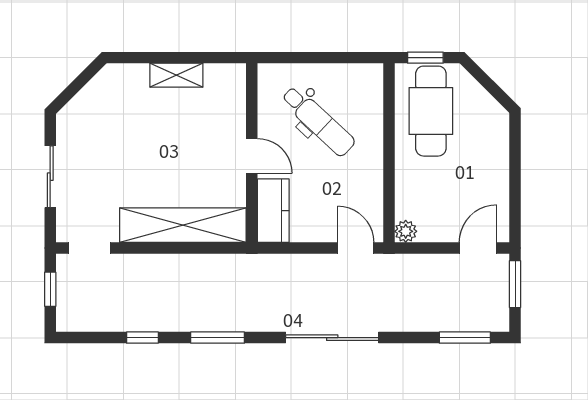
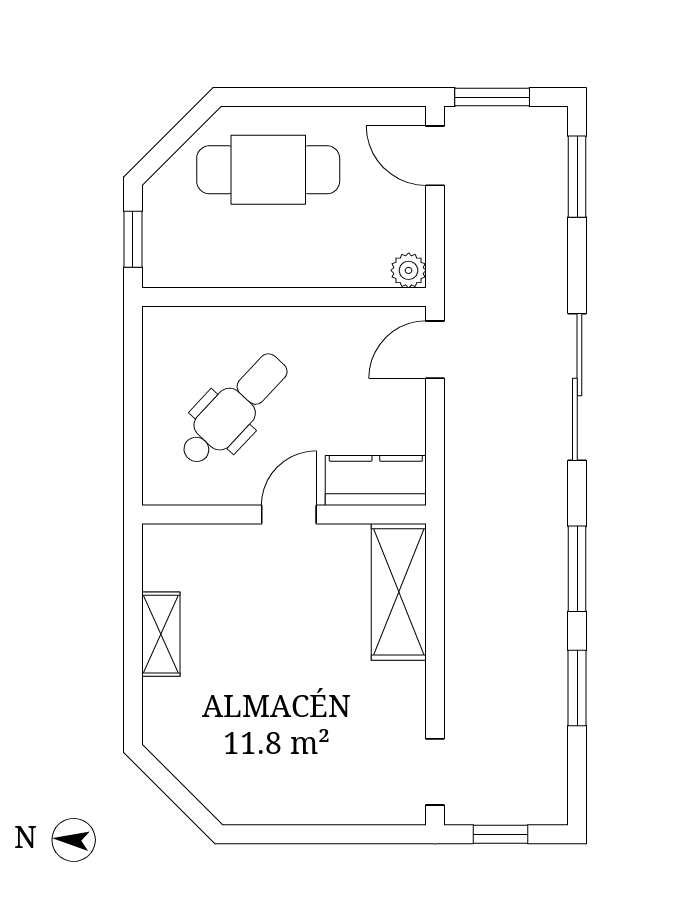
cafe table: (431, 111) -> (268, 170), moved
sliding door: (50, 177) -> (322, 834), removed
shelving: (183, 225) -> (399, 592), width x0.68
window: (142, 338) -> (577, 688), width x1.50

